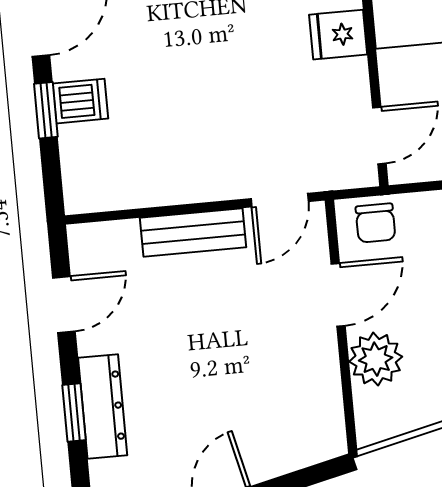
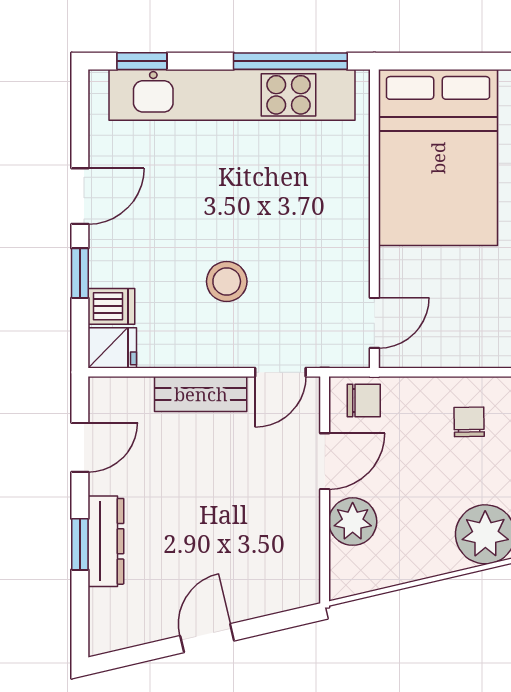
fridge: (338, 35) -> (112, 348), moved, turned 180
dishwasher: (80, 101) -> (111, 306), moved
stool: (210, 104) -> (227, 281), added
chair: (375, 223) -> (364, 401), turned -90

